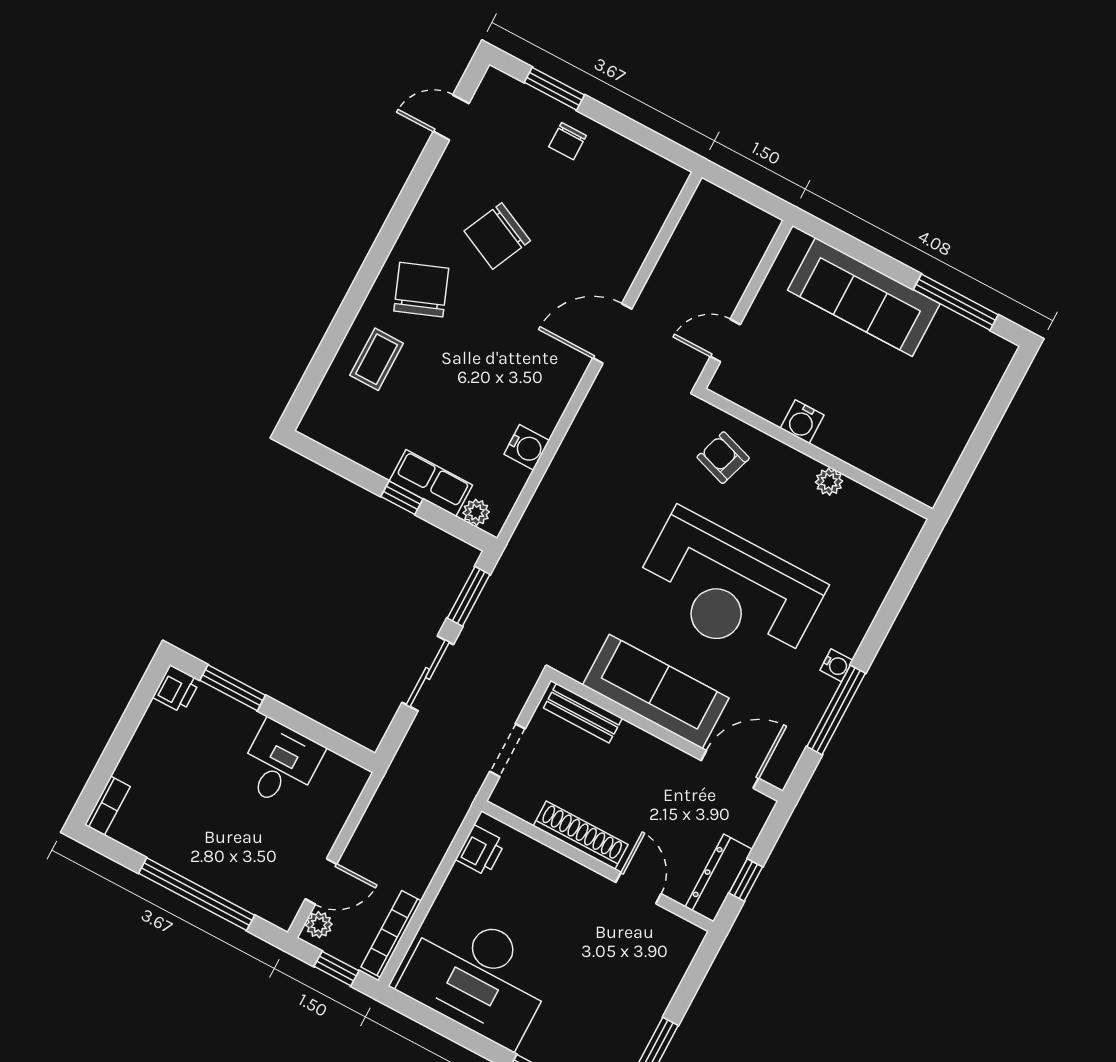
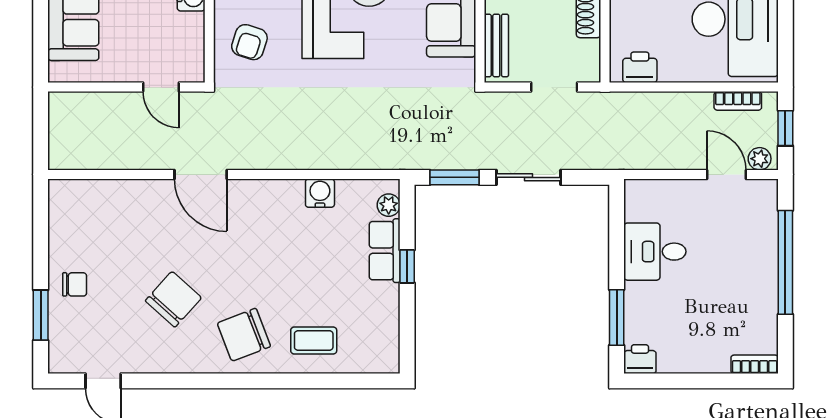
chair: (497, 236) -> (173, 299), turned -73
bookcase: (391, 934) -> (738, 101), width x0.64

